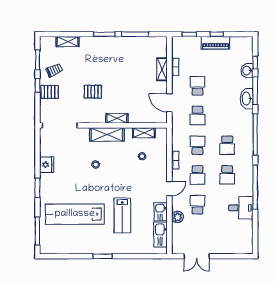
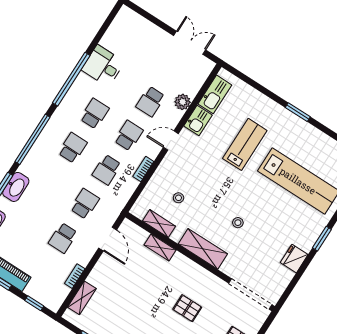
shelving: (162, 69) -> (82, 298), moved
shelving: (117, 118) -> (160, 247), moved

